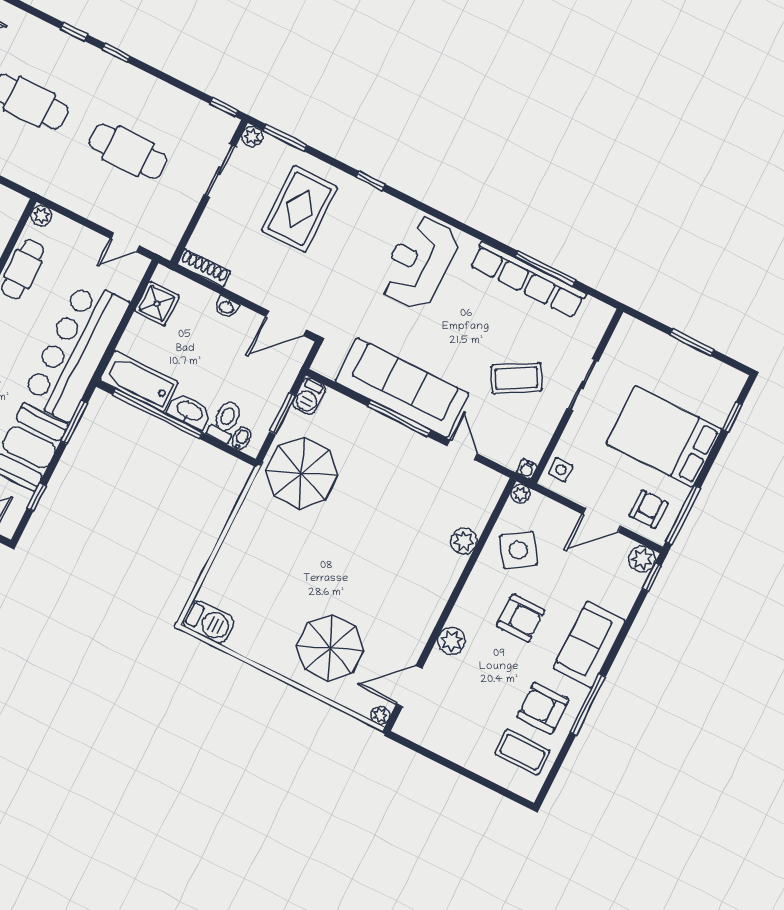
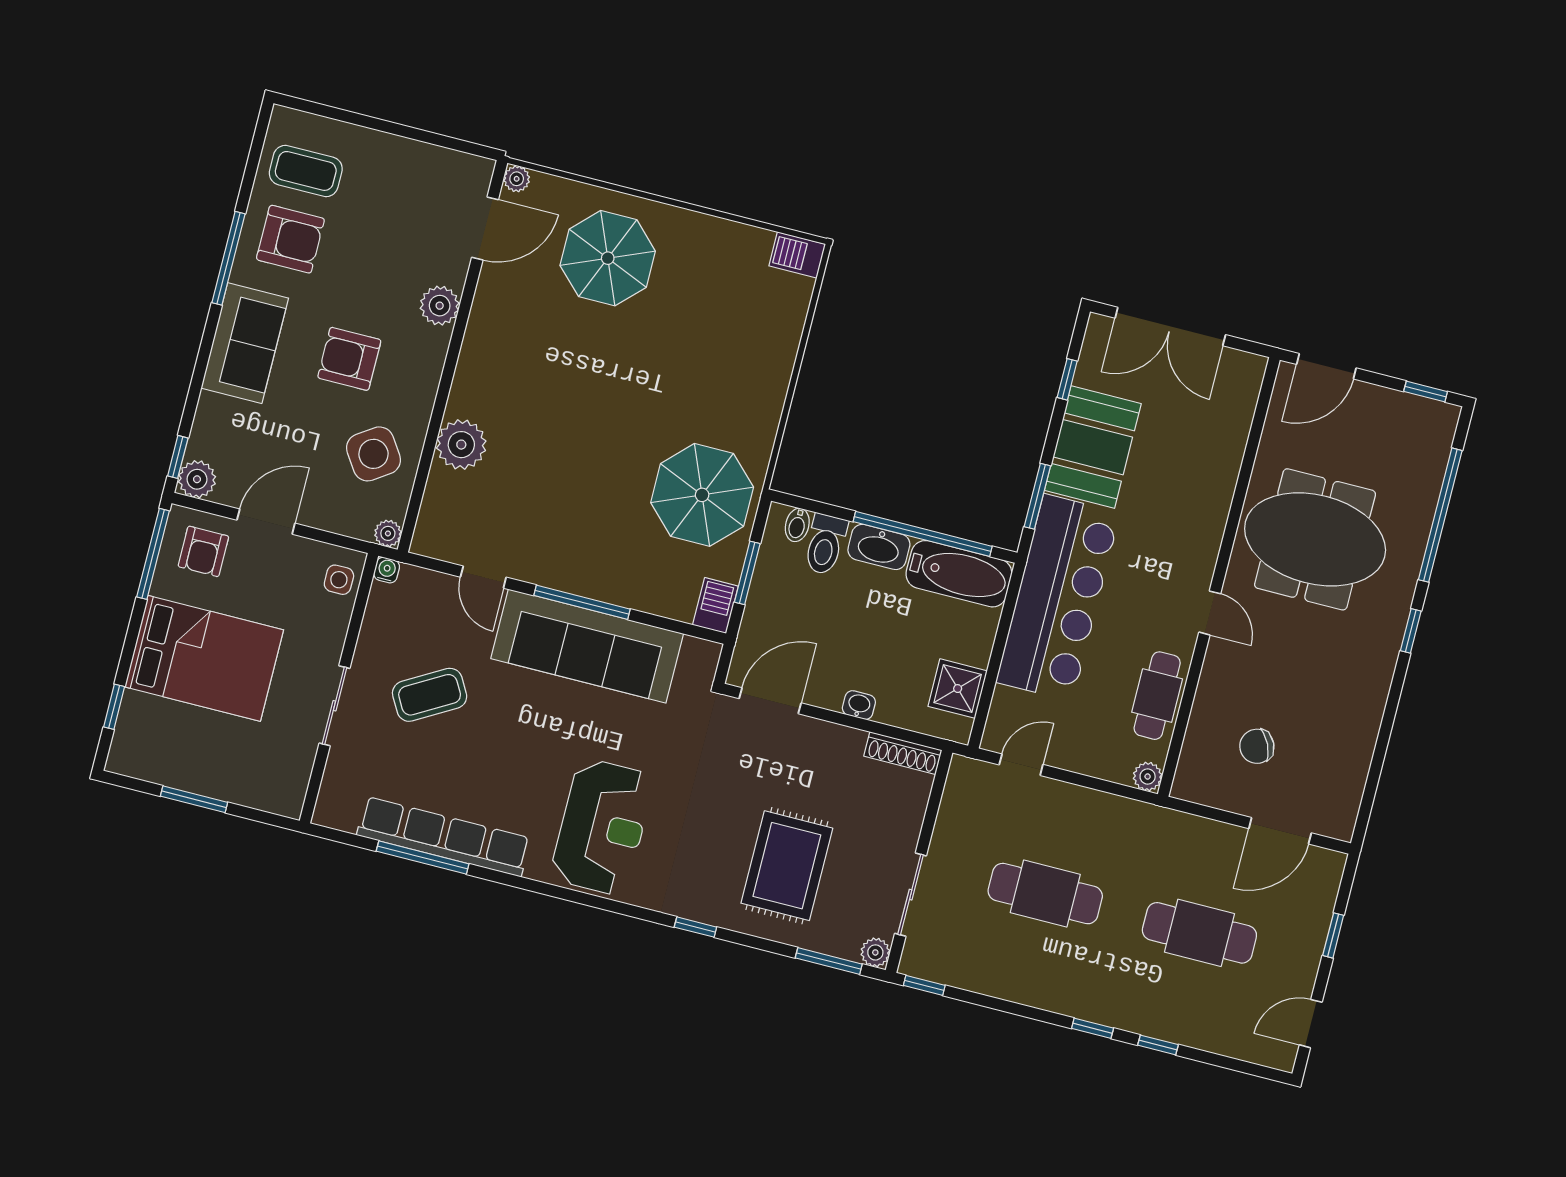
plant: (464, 541) -> (461, 445), width x1.36, depth x1.36
barbecue: (208, 622) -> (797, 255), width x0.73, depth x0.79

